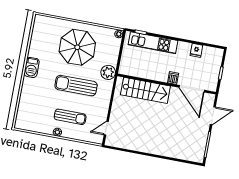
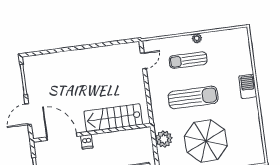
barbecue: (32, 67) -> (248, 86), moved
plant: (108, 72) -> (164, 139), moved

